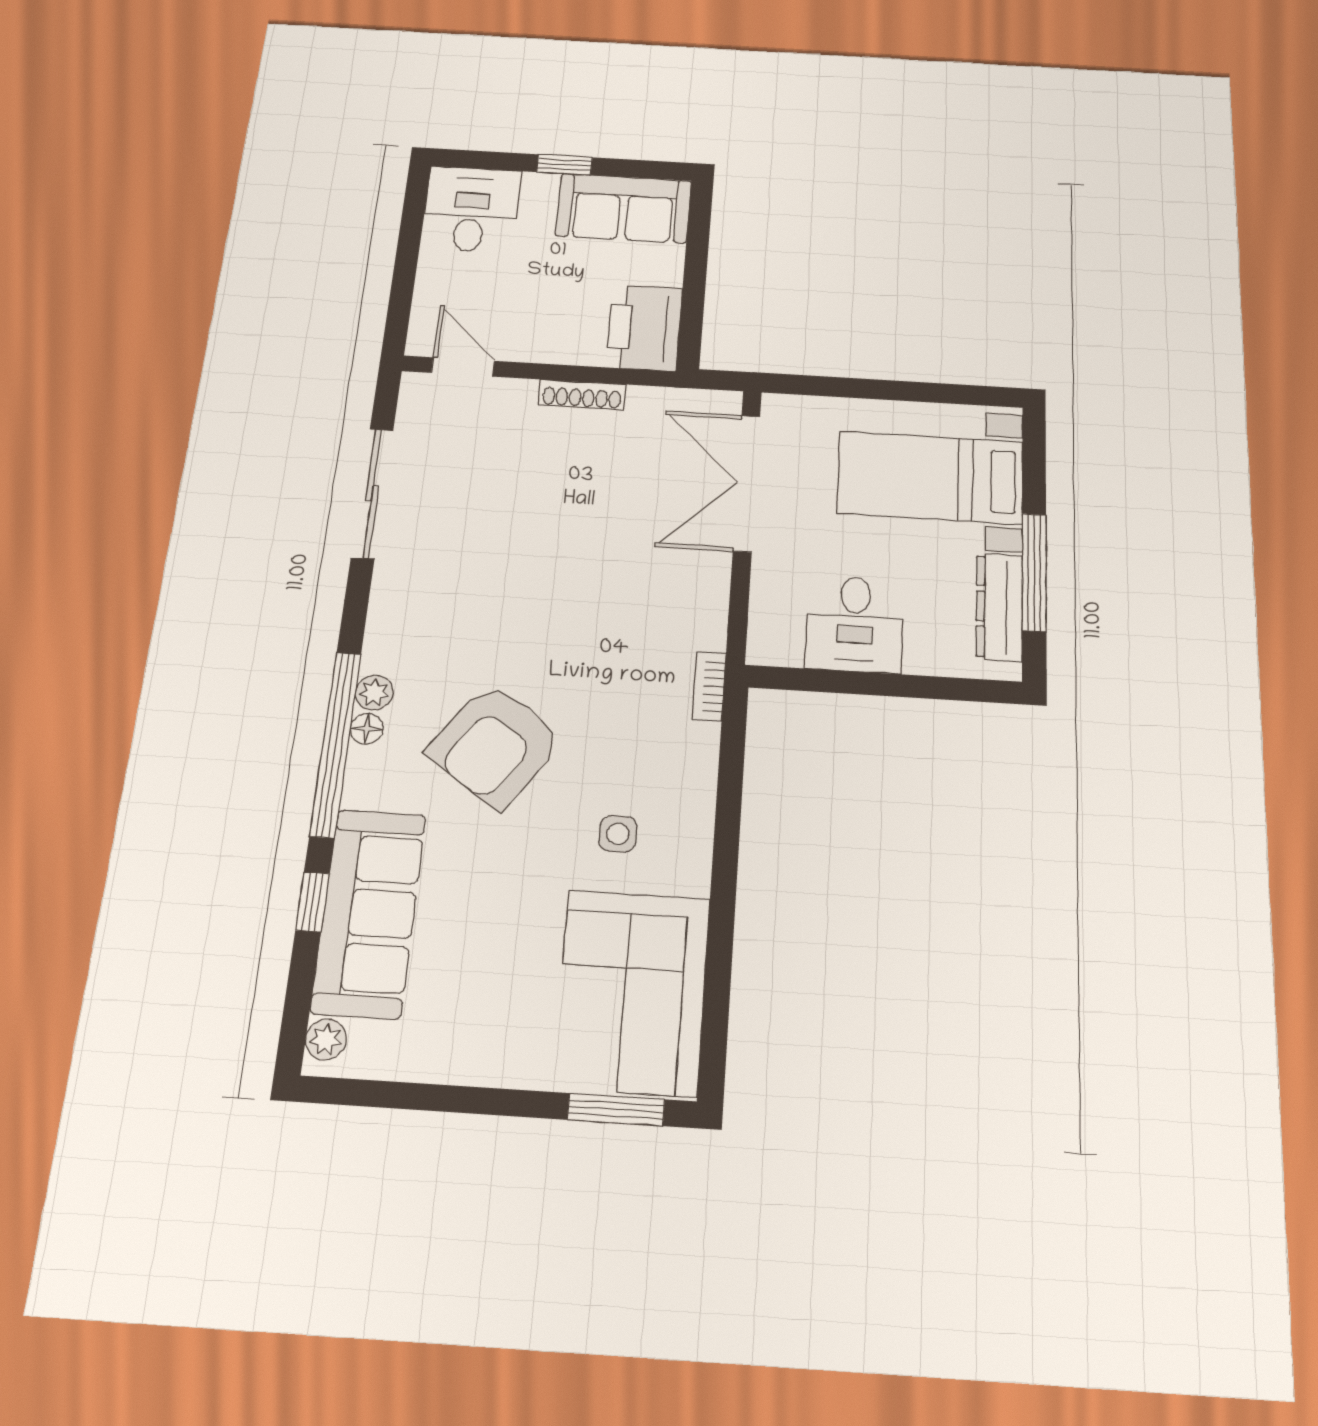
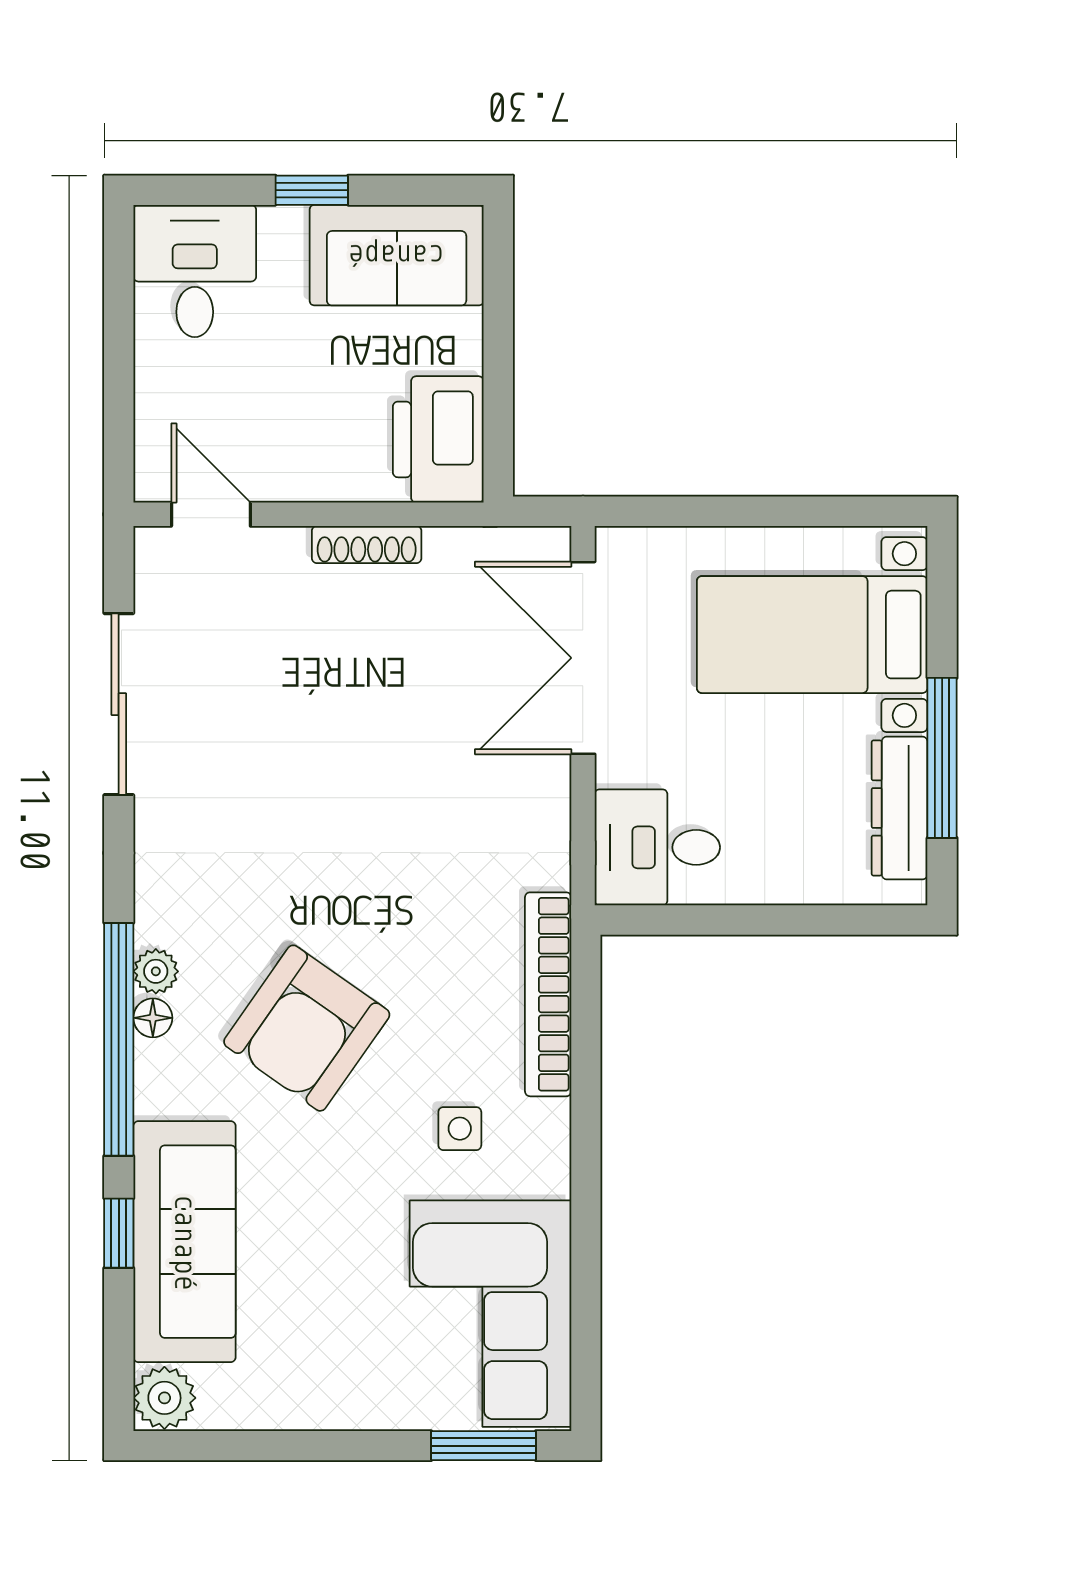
desk: (855, 624) -> (657, 847), moved, turned 90
bookcase: (709, 686) -> (548, 994), width x2.31, depth x1.31
plant: (326, 1039) -> (164, 1398), width x1.38, depth x1.38

